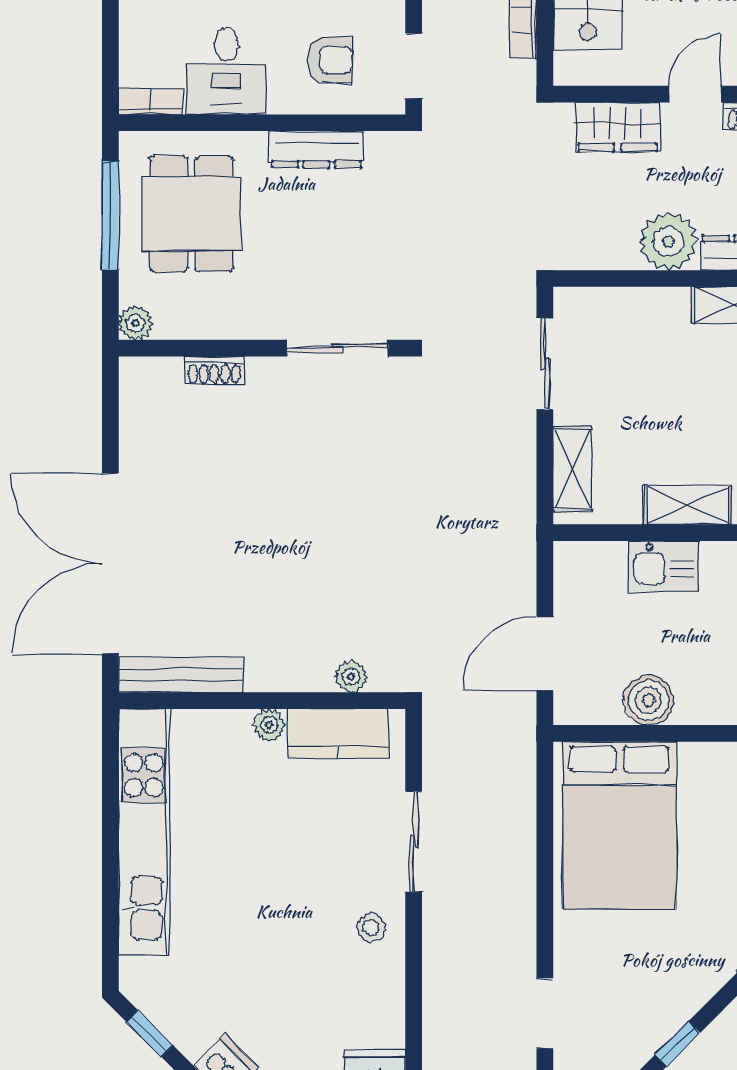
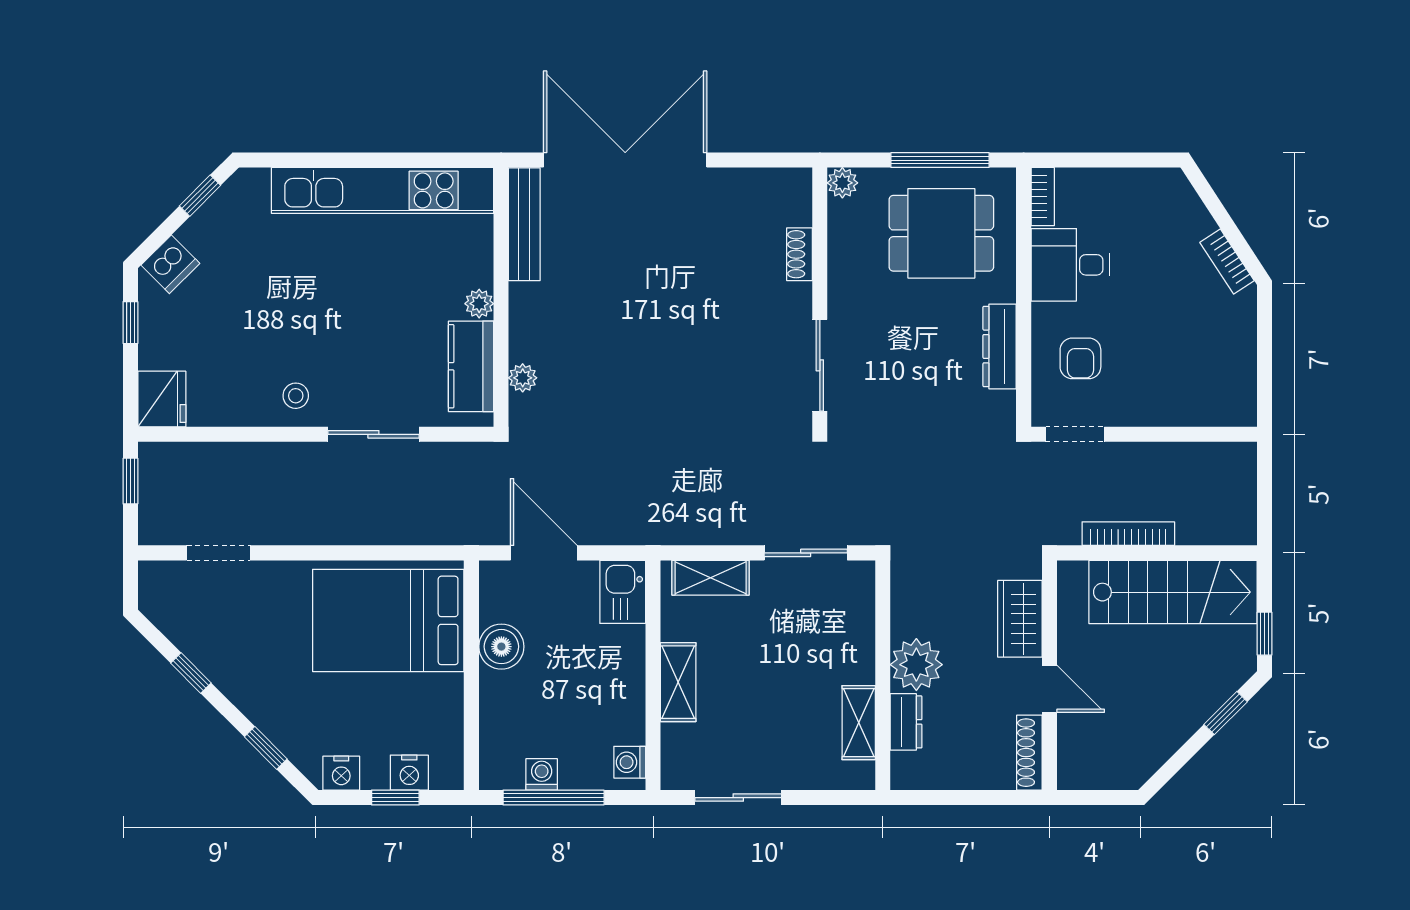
kitchen sink: (663, 566) -> (623, 592), moved

